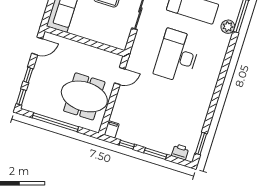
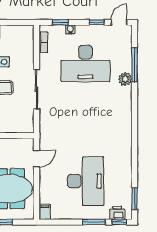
desk: (177, 56) -> (86, 181), moved, turned 180
window: (127, 145) -> (119, 222), moved

